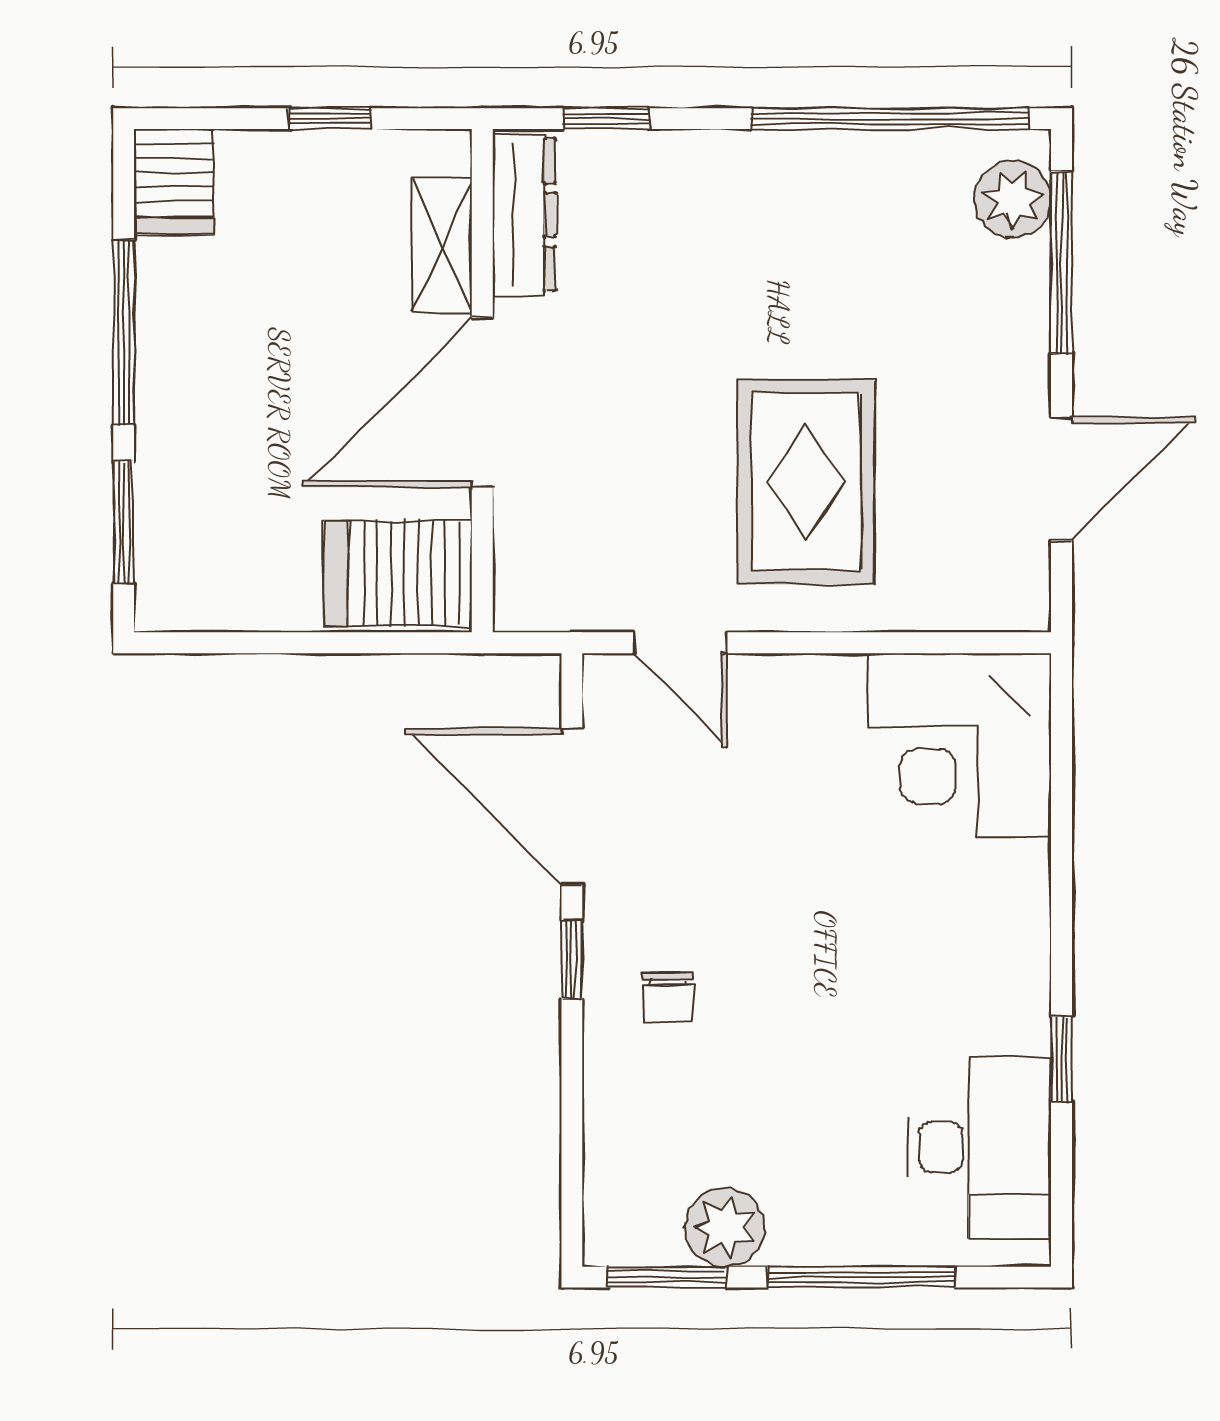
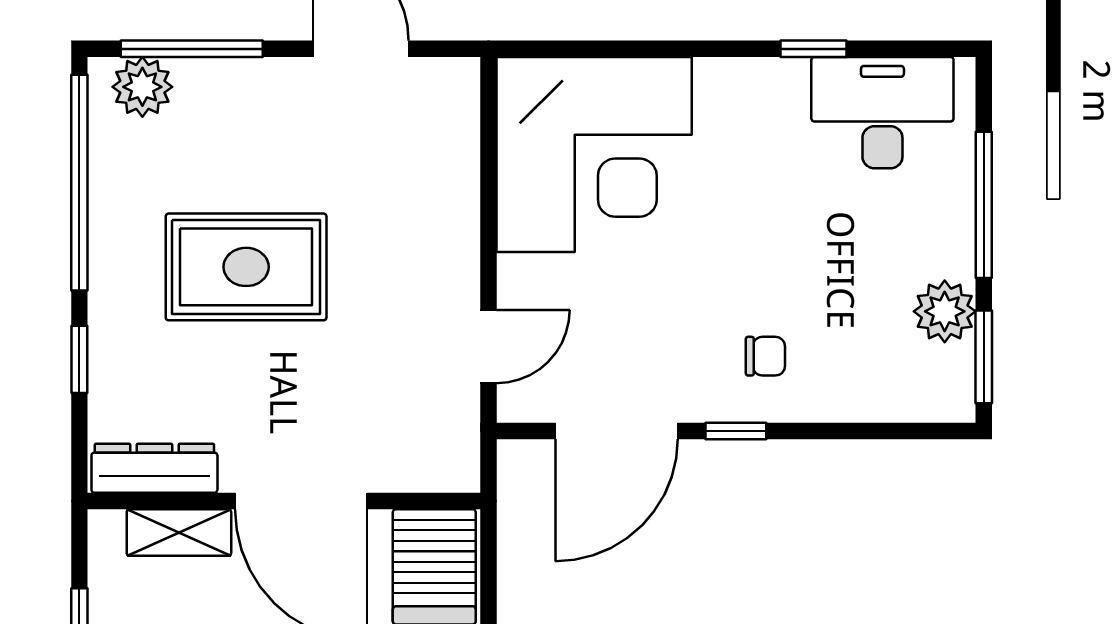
window: (607, 119) -> (79, 359), moved
rug: (806, 482) -> (246, 267), moved
corner desk: (959, 745) -> (594, 154), width x1.36, depth x1.36

